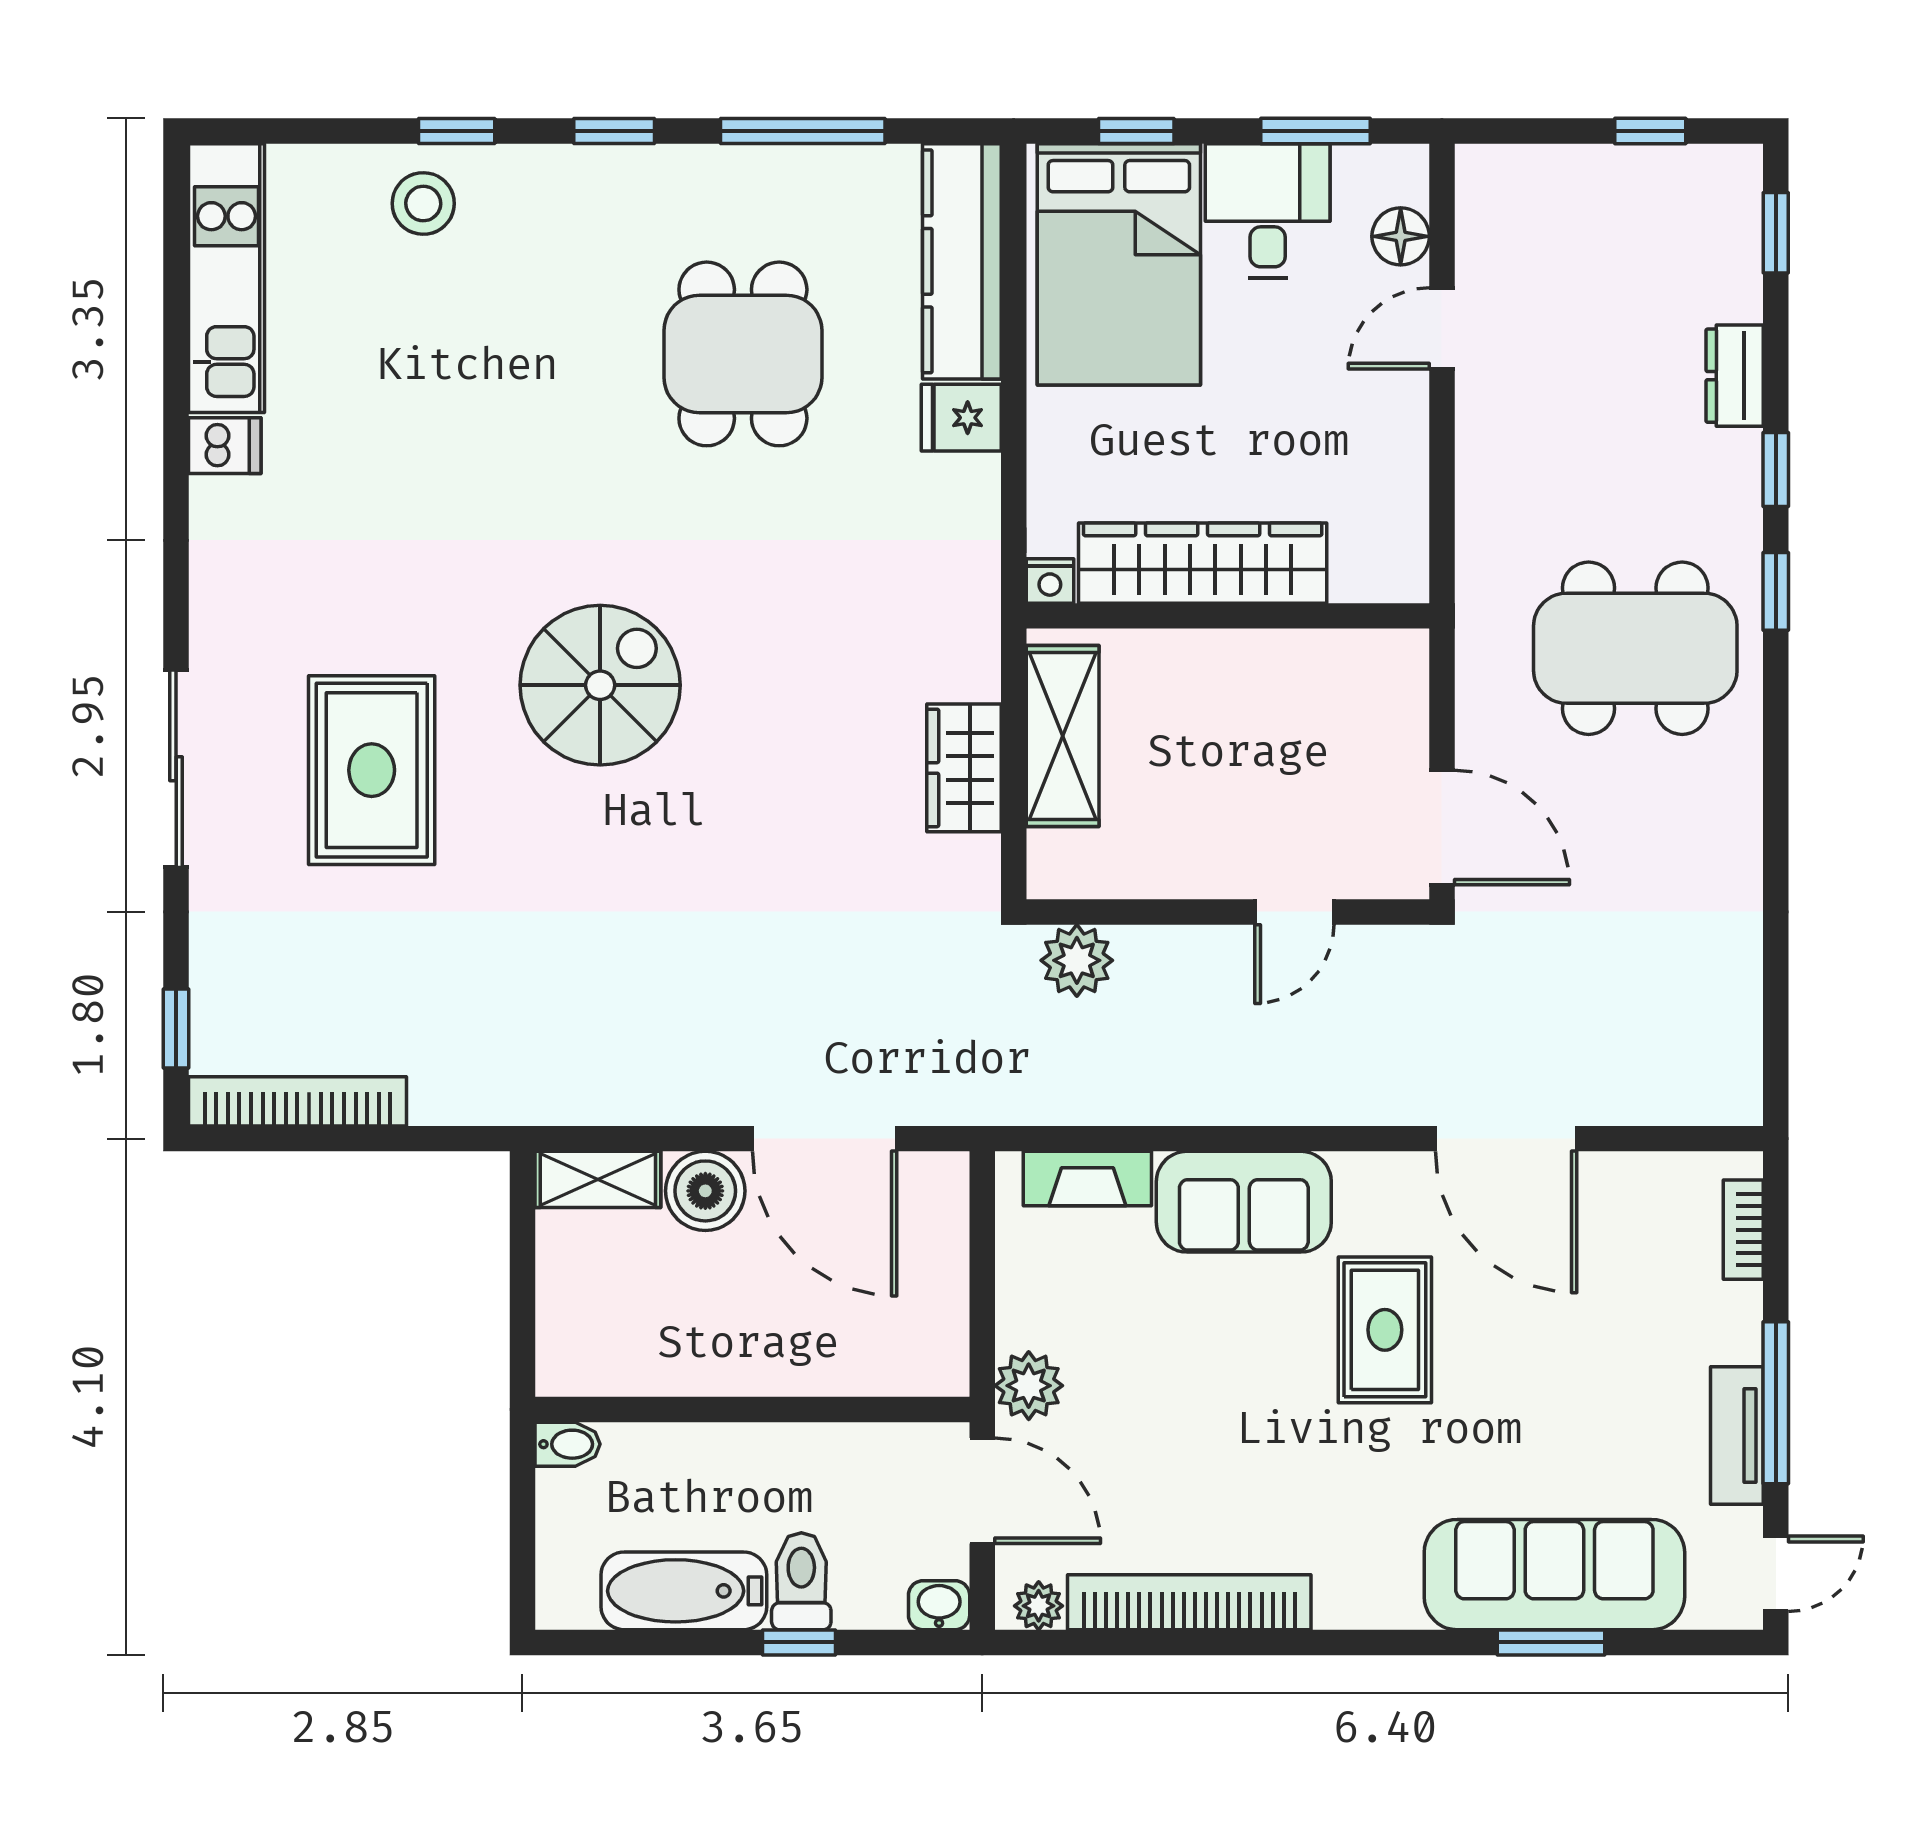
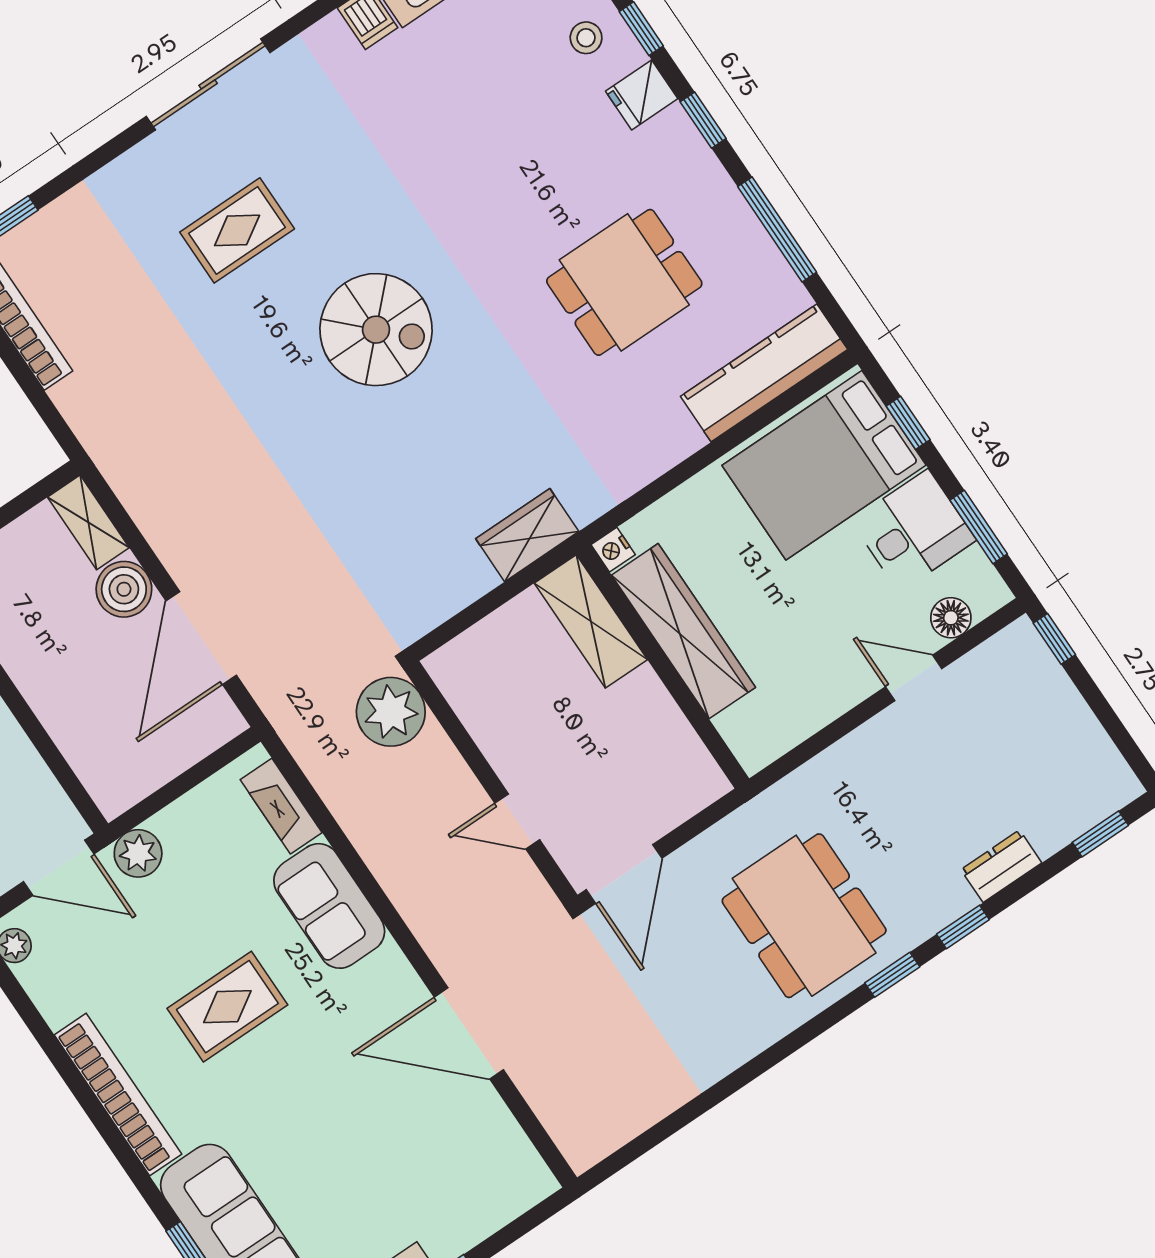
window: (1650, 131) -> (1054, 639), moved
stool: (423, 203) -> (586, 38), width x0.73, depth x0.73
fridge: (961, 418) -> (642, 95), moved, turned -90
shelving: (1063, 736) -> (591, 621), moved, turned 90
wardrobe: (964, 768) -> (527, 535), moved
sliding door: (176, 769) -> (208, 84), moved
rug: (372, 770) -> (237, 230), width x0.73, depth x0.70
plant: (1077, 960) -> (391, 712), width x1.36, depth x1.36
door: (1506, 1139) -> (469, 1033), hinge flipped
bookcase: (1743, 1230) -> (509, 1207), removed
rug: (1385, 1330) -> (227, 1007), moved
door: (982, 1491) -> (59, 868), hinge flipped
bookcase: (1189, 1602) -> (118, 1095), moved

